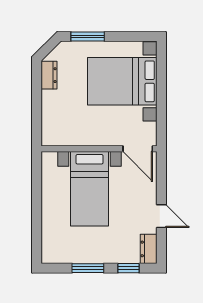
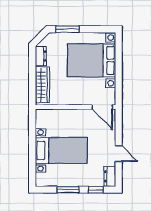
wardrobe: (51, 117) -> (42, 85), added
bed with nightstands: (89, 189) -> (61, 150), moved, turned -90

